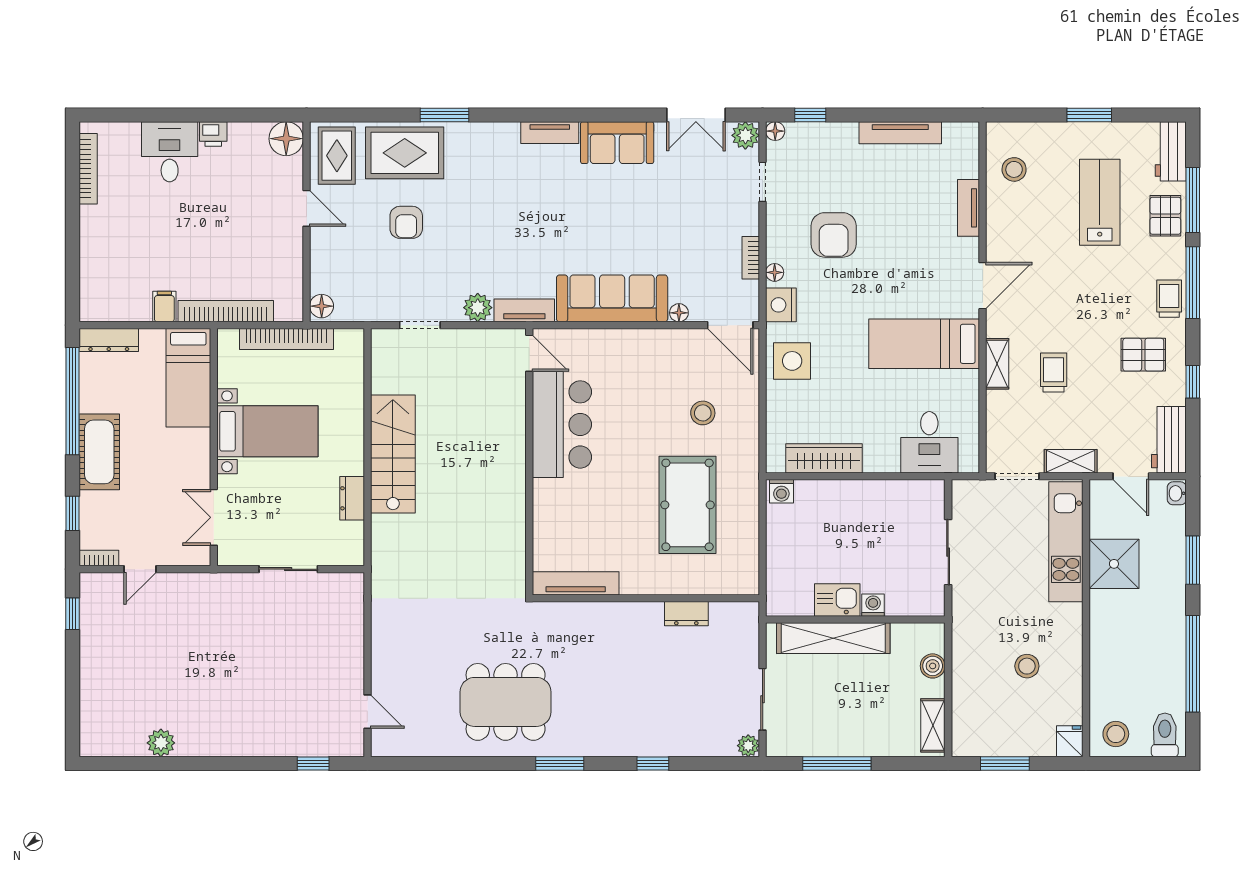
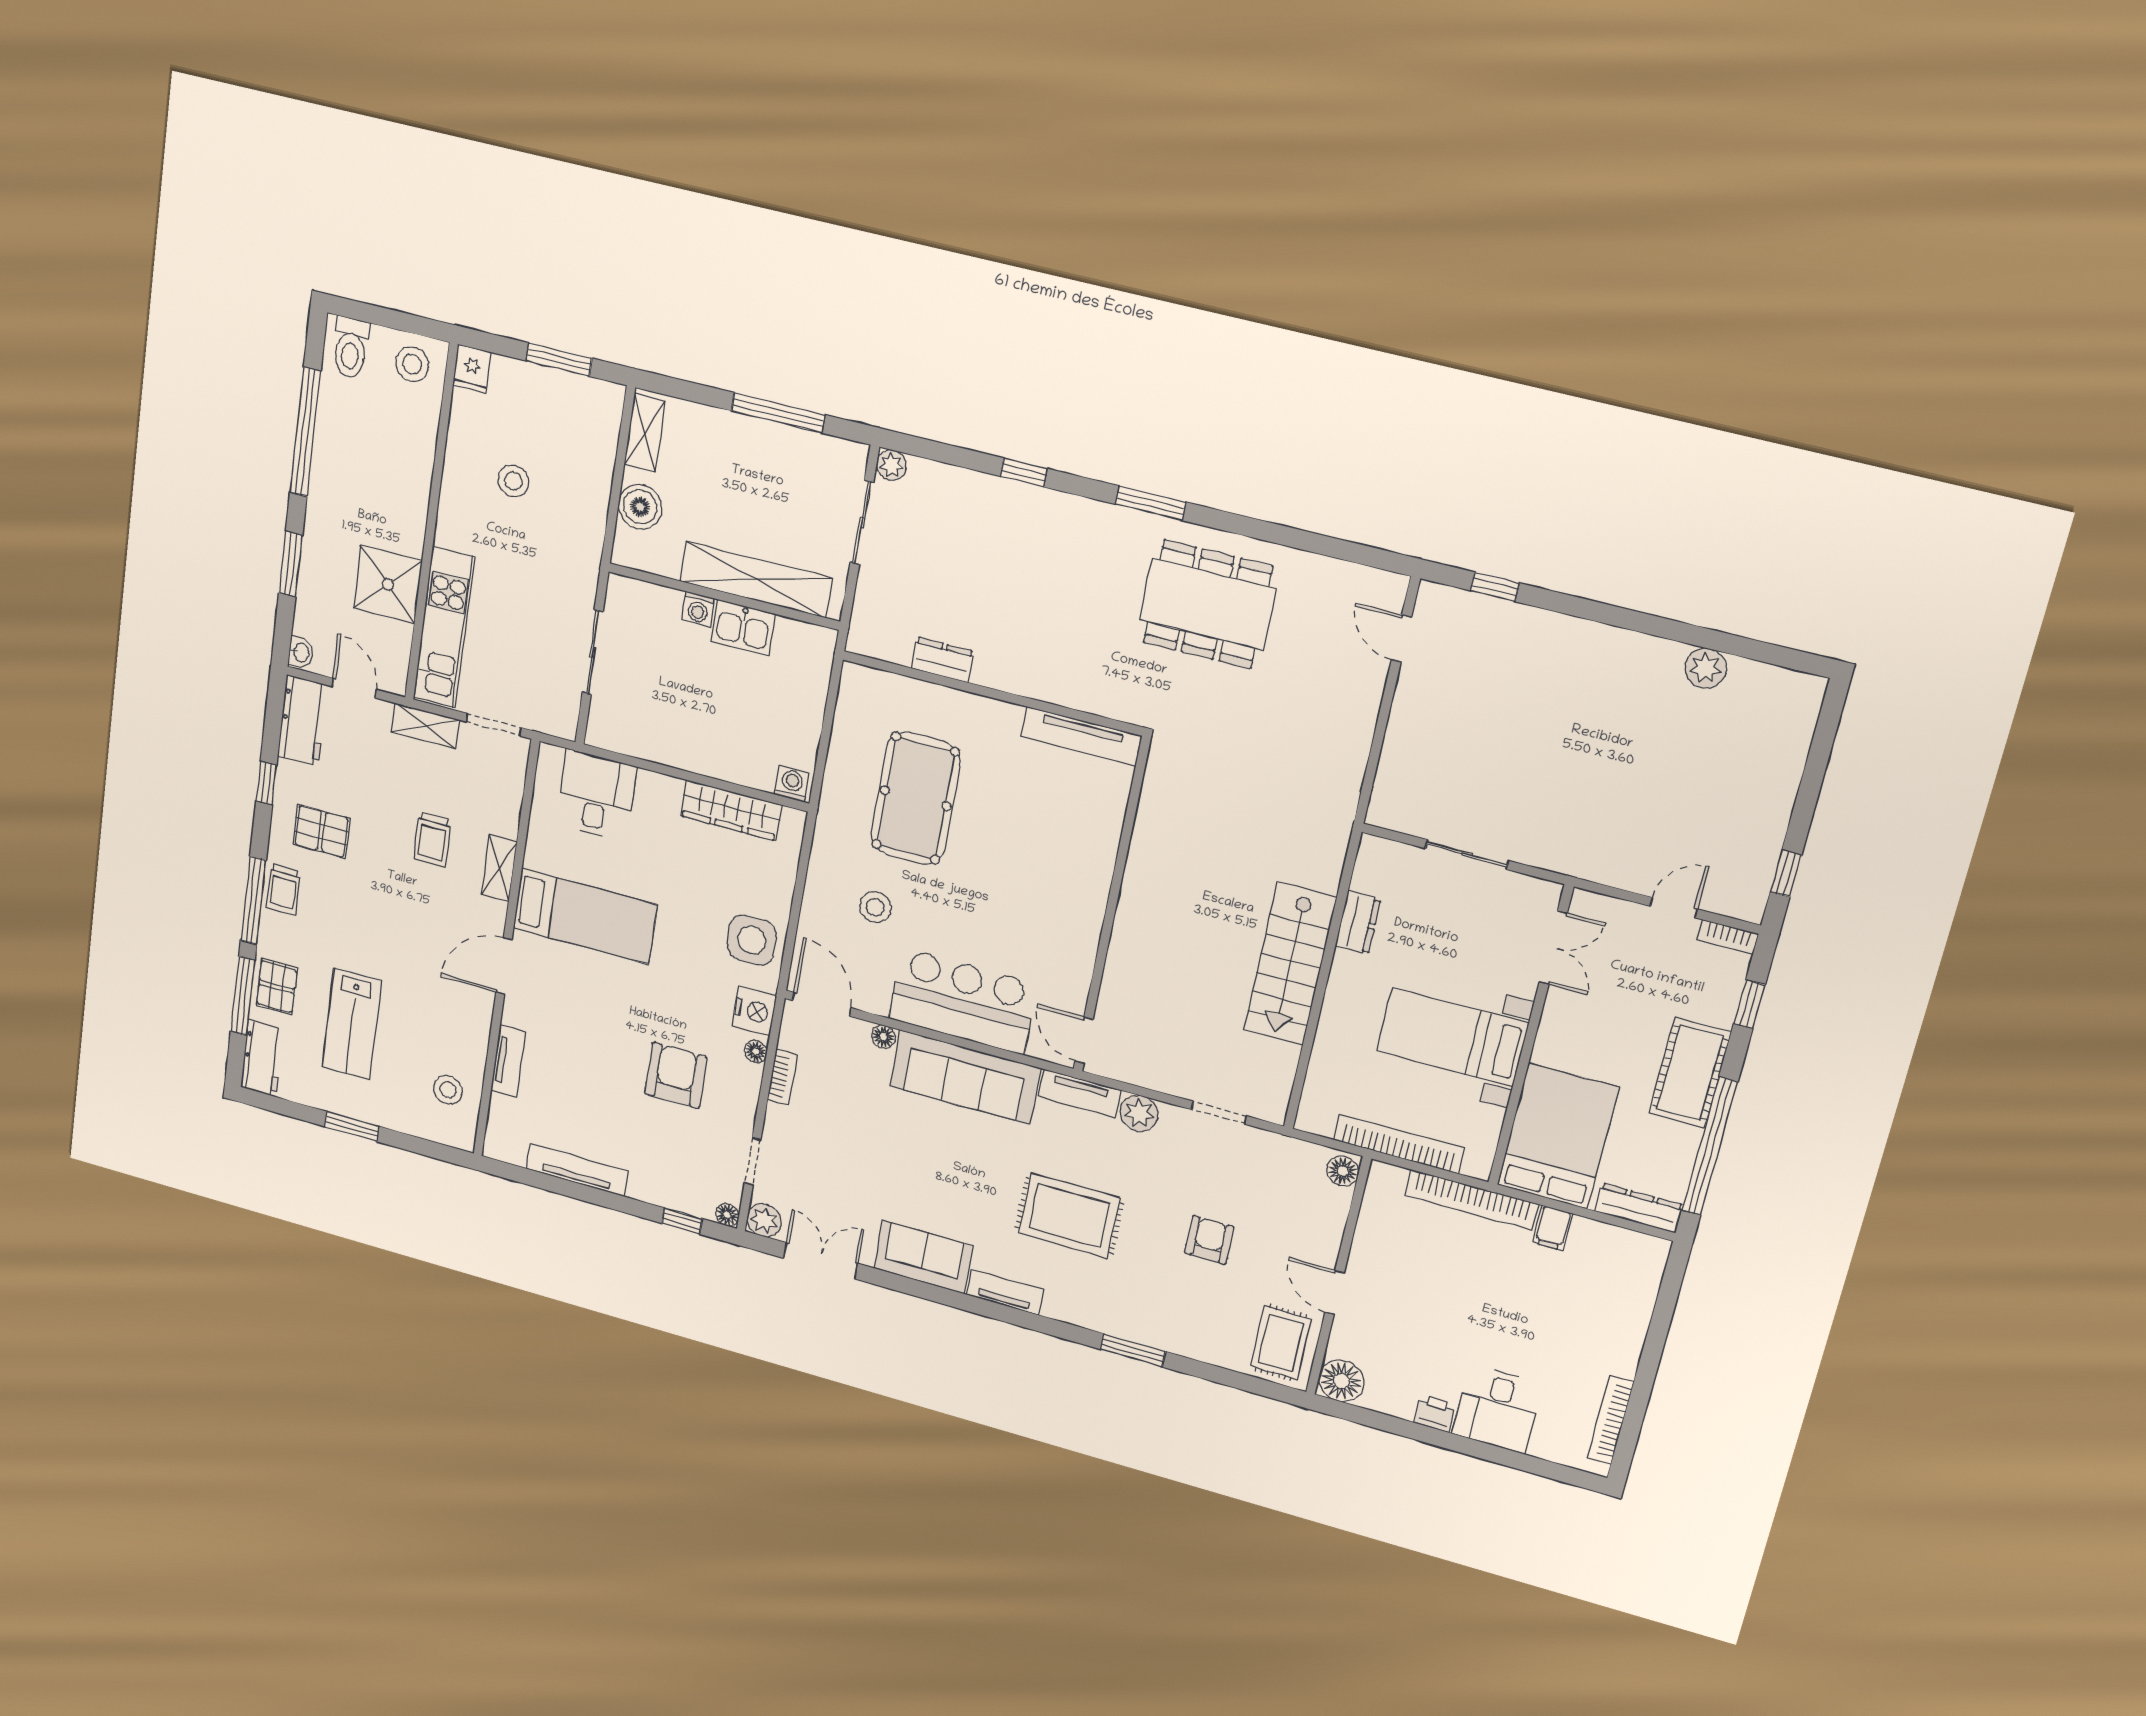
rug: (405, 153) -> (1069, 1216), moved
bed: (188, 378) -> (1558, 1136), width x1.50
bar counter: (562, 424) -> (963, 1001), moved, turned 90
boiler: (933, 666) -> (640, 507), width x1.36, depth x1.36

